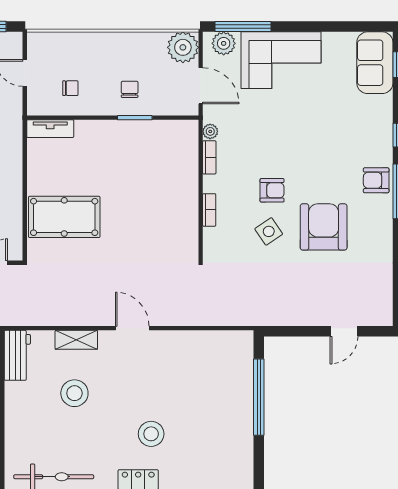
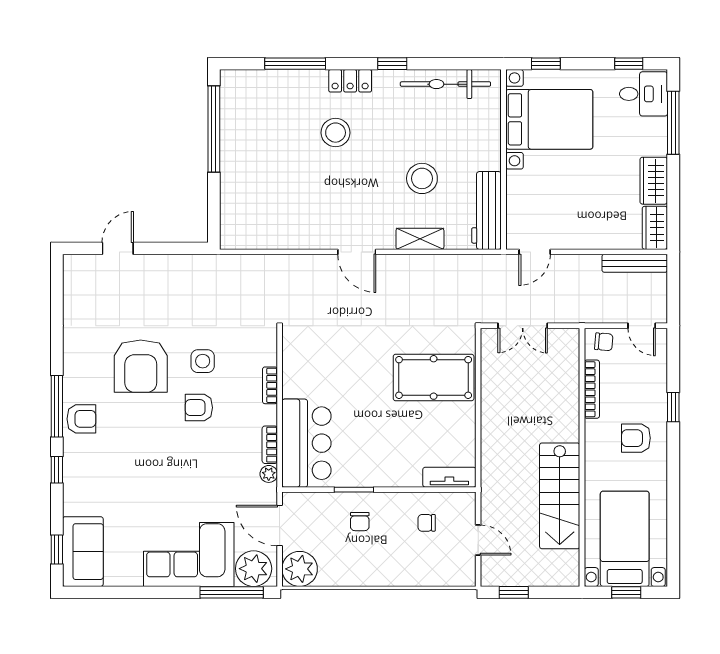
plant: (224, 43) -> (254, 569), width x1.36, depth x1.36
bar counter: (177, 159) -> (306, 443), added
side table: (269, 231) -> (203, 361), turned 34
workbench: (17, 355) -> (487, 211), width x1.37
window: (259, 397) -> (214, 129), moved

